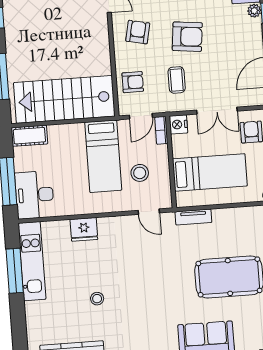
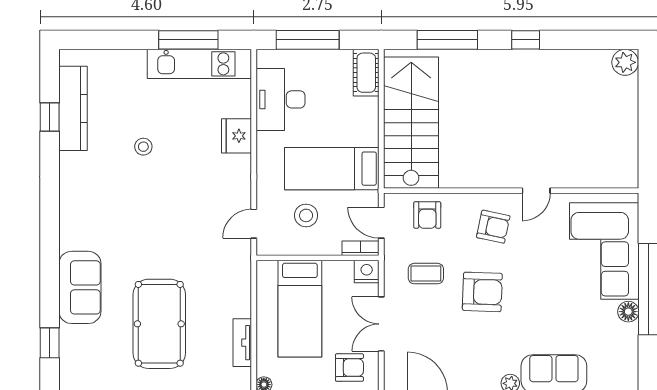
armchair: (187, 37) -> (482, 292), turned -94
desk: (34, 195) -> (281, 99), moved, turned -90
tv unit: (193, 217) -> (242, 343), moved

